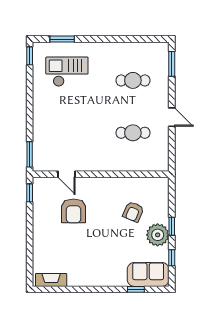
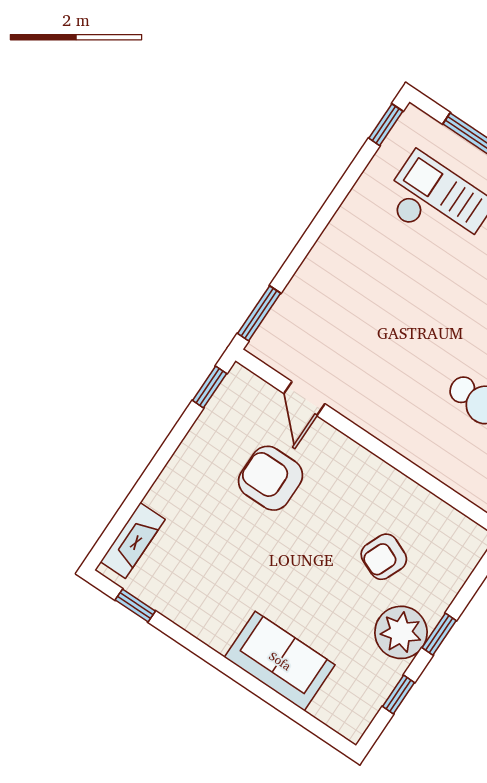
armchair: (74, 211) -> (271, 478), turned 90
sofa: (148, 274) -> (280, 661), moved
fireplace: (51, 280) -> (133, 540), moved, turned 90
window: (136, 289) -> (135, 605), moved

